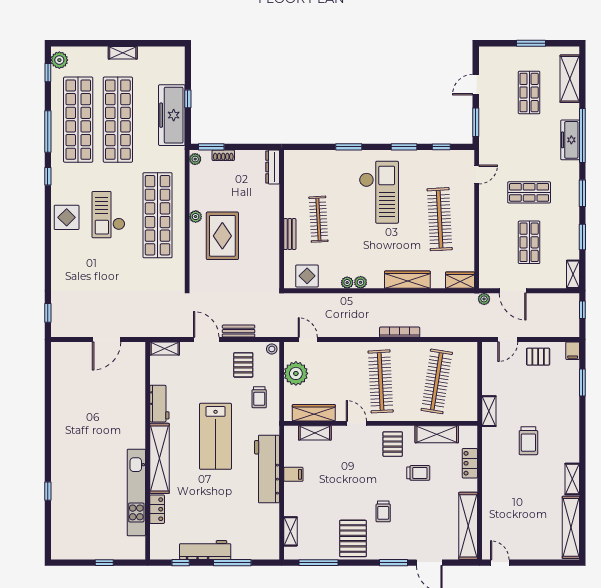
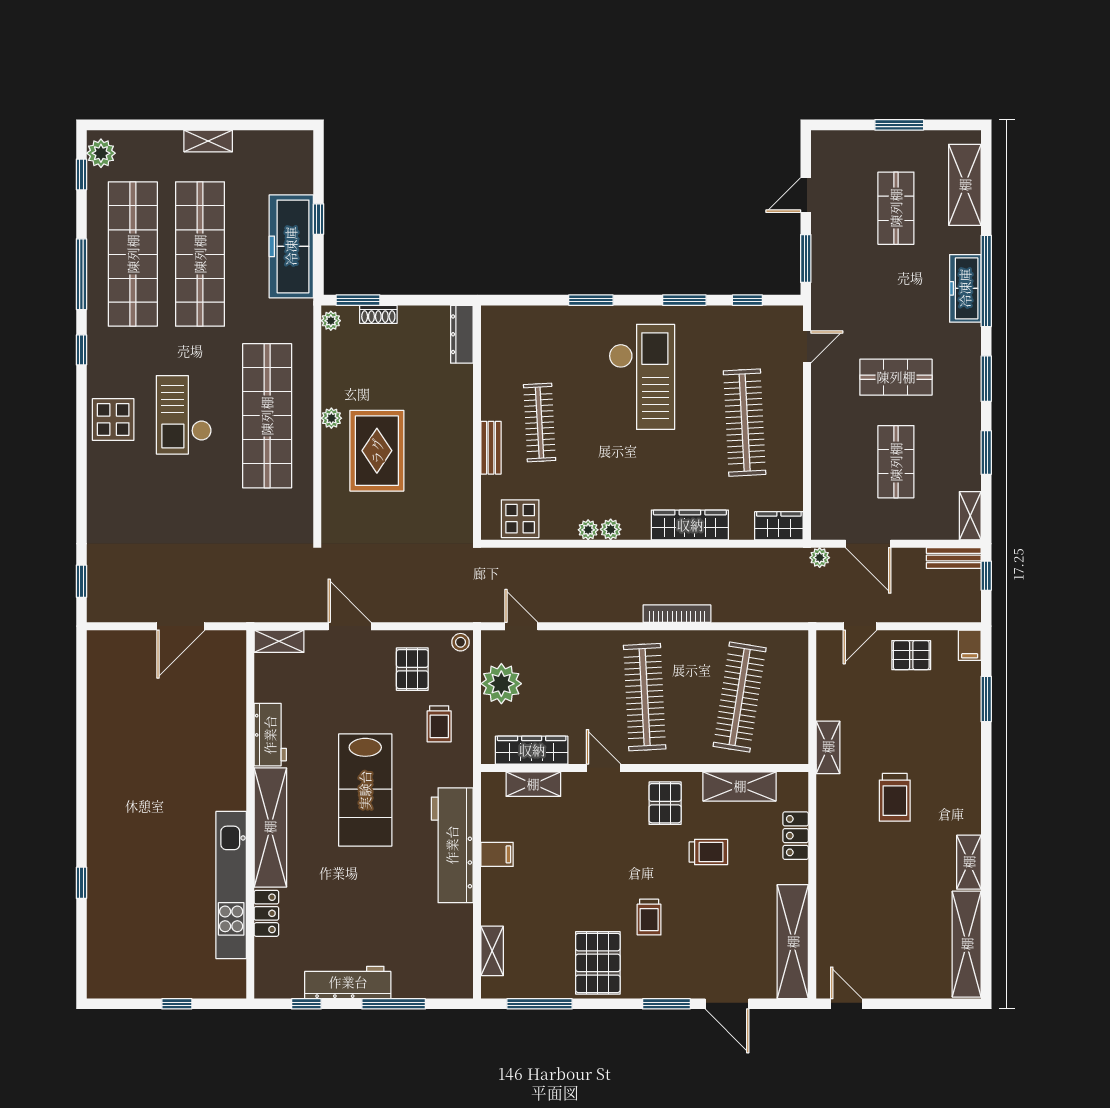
bench: (239, 331) -> (954, 558), moved

